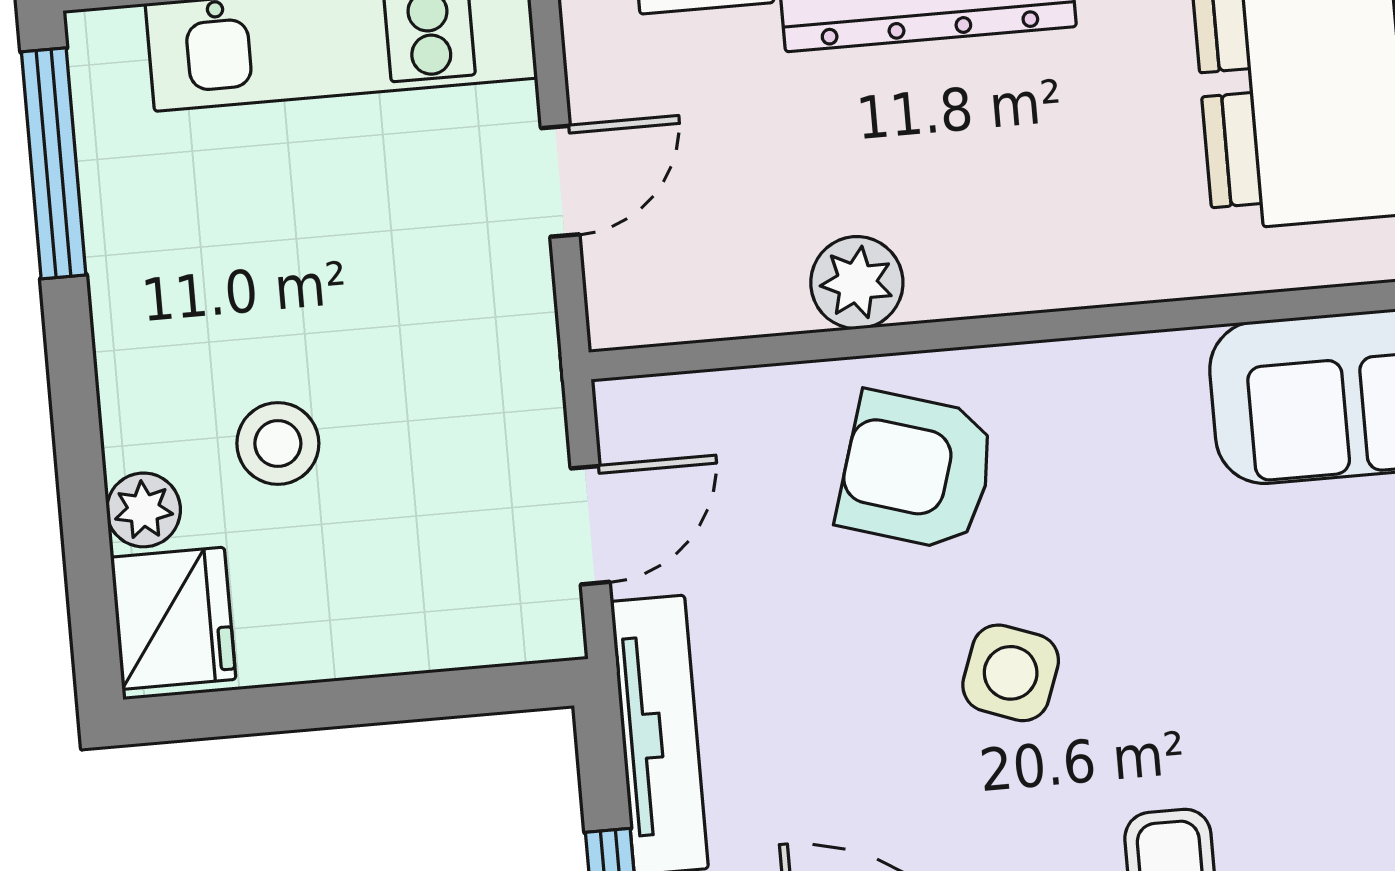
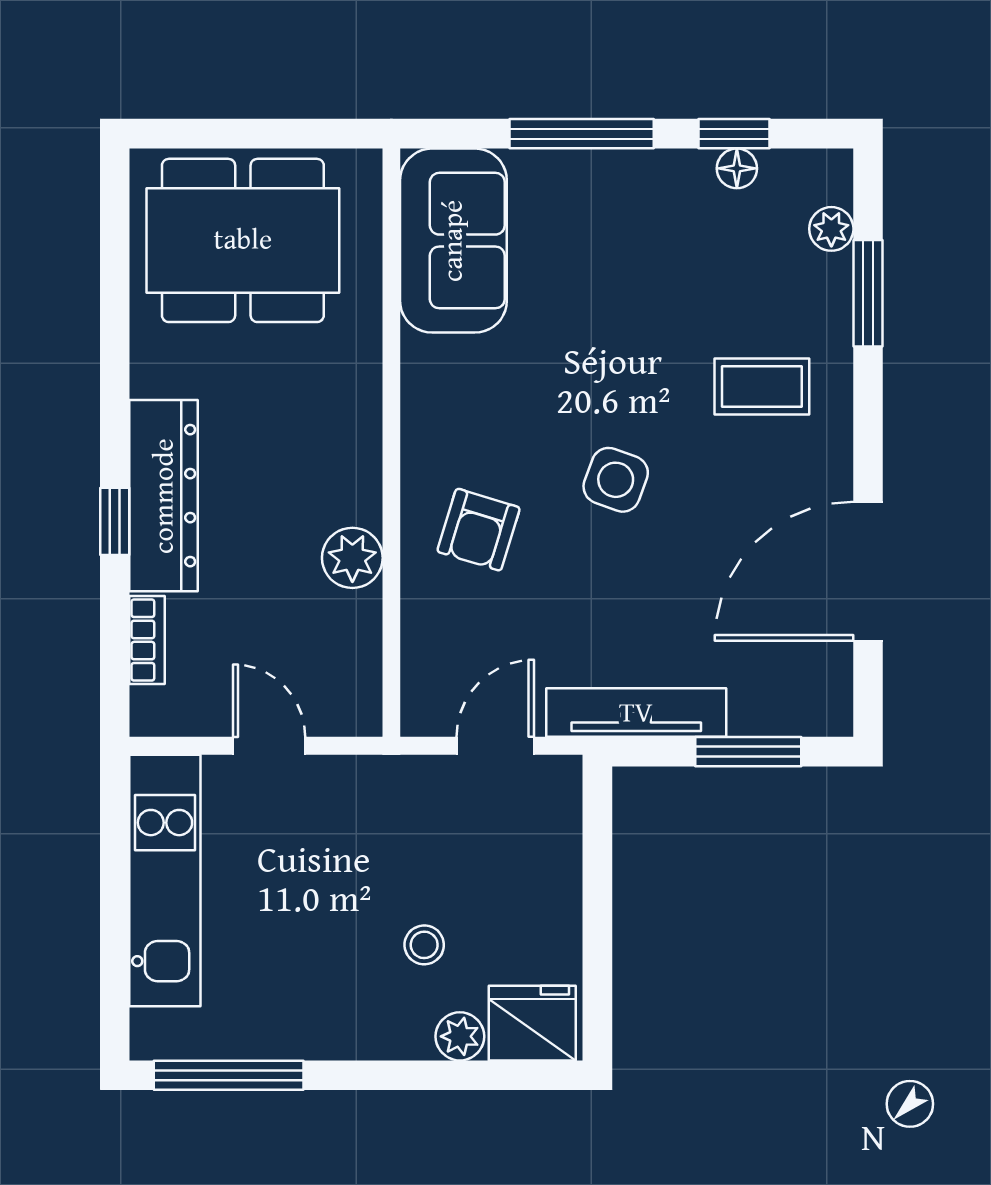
stool: (278, 443) -> (424, 945), width x0.73, depth x0.73
armchair: (917, 471) -> (479, 530), width x0.72, depth x0.72
door: (590, 525) -> (495, 746), hinge flipped

